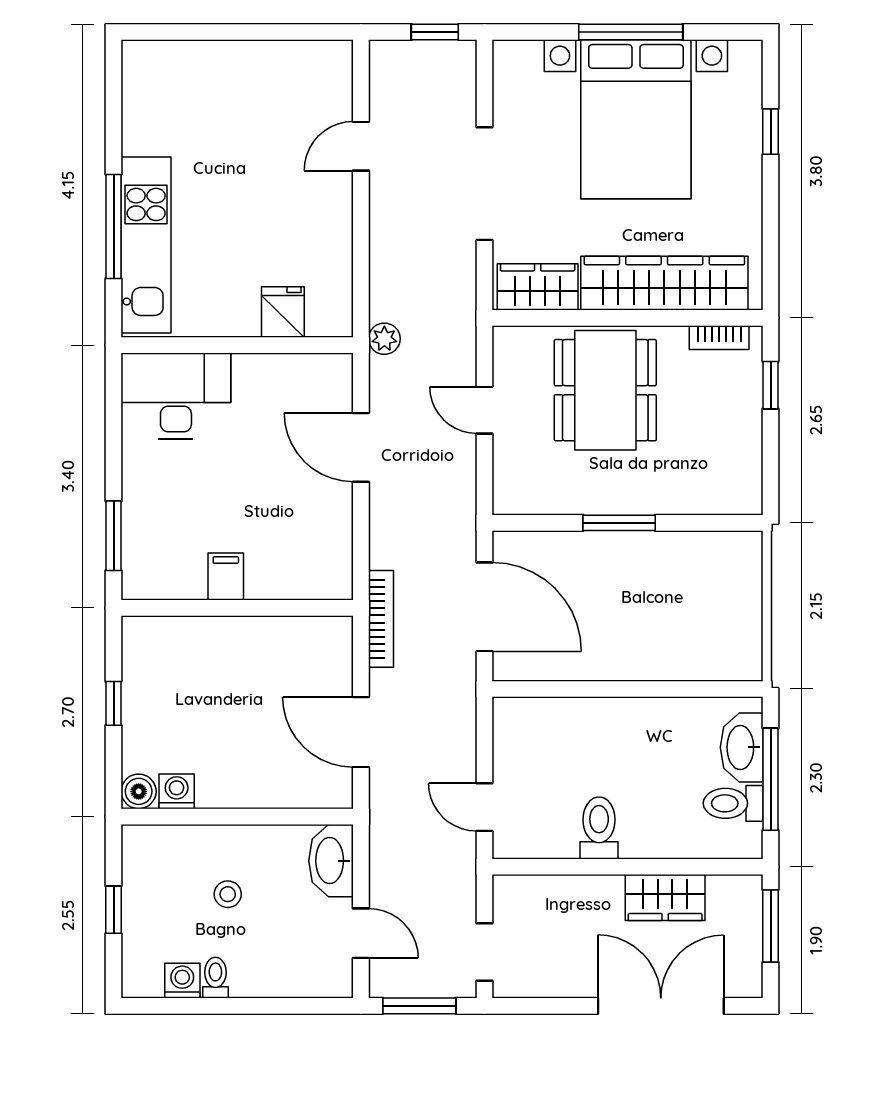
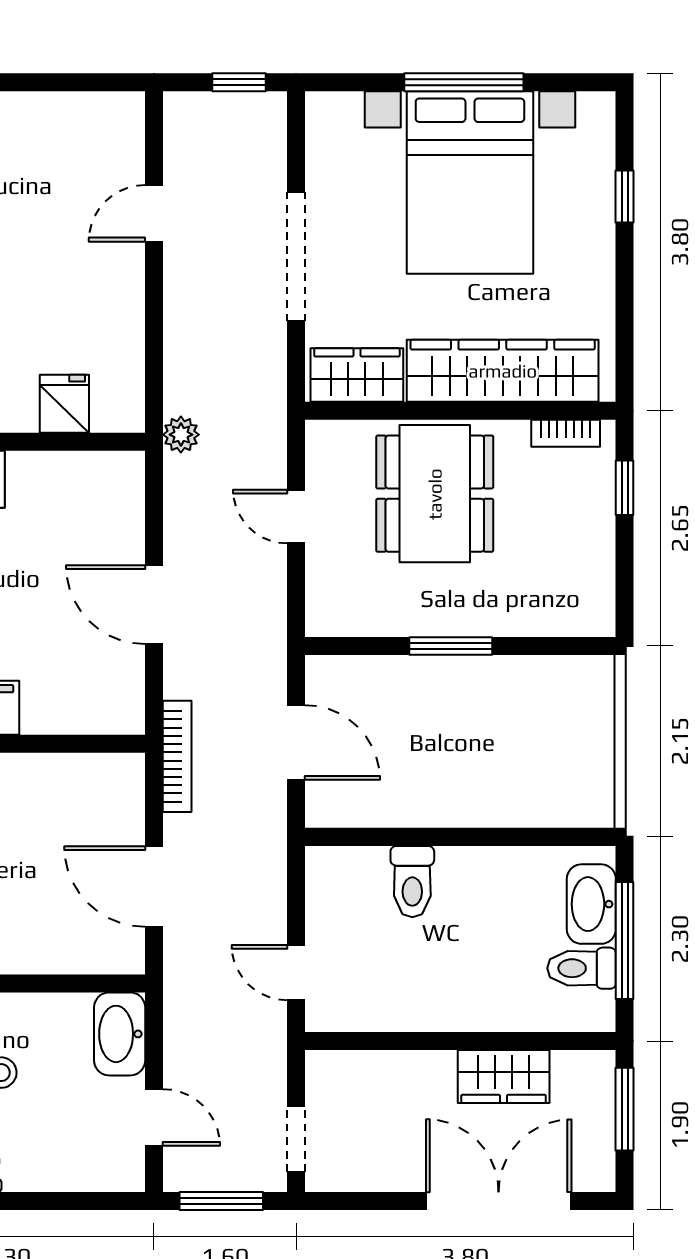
door: (361, 447) -> (154, 605), moved
door: (485, 607) -> (296, 742), width x0.73
toilet: (599, 828) -> (412, 882), moved, turned 180

